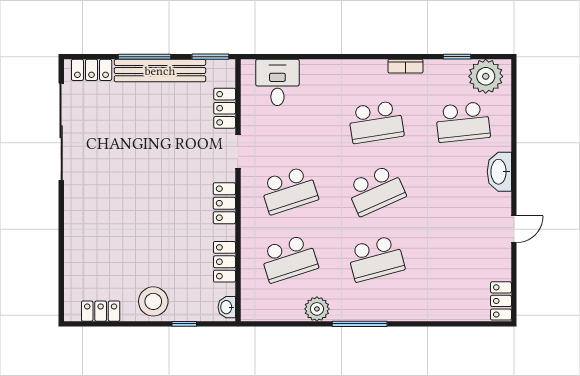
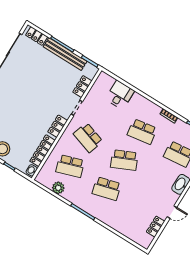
desk: (277, 82) -> (120, 95), moved
school desk: (289, 190) -> (88, 138), turned 36
locker: (224, 262) -> (42, 151), width x1.53
locker: (501, 301) -> (156, 227), moved
plant: (317, 309) -> (58, 188), moved

